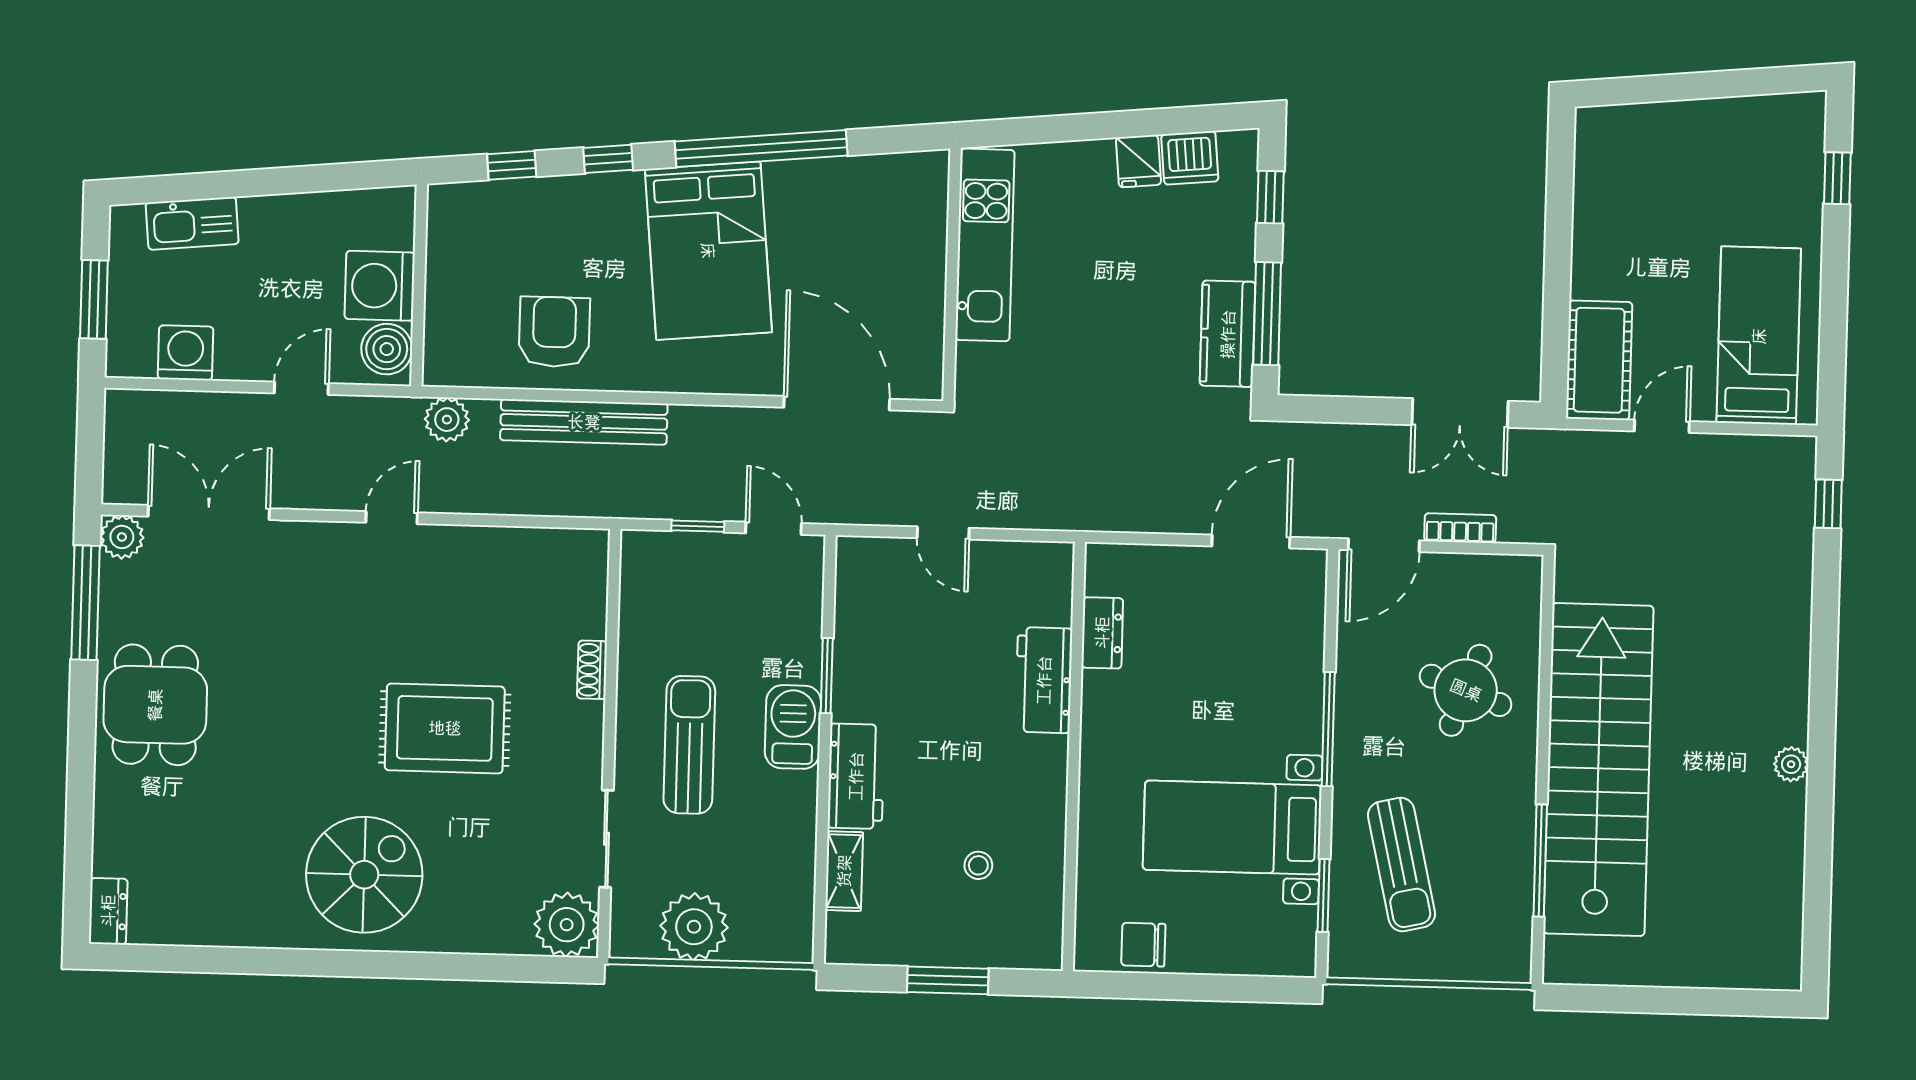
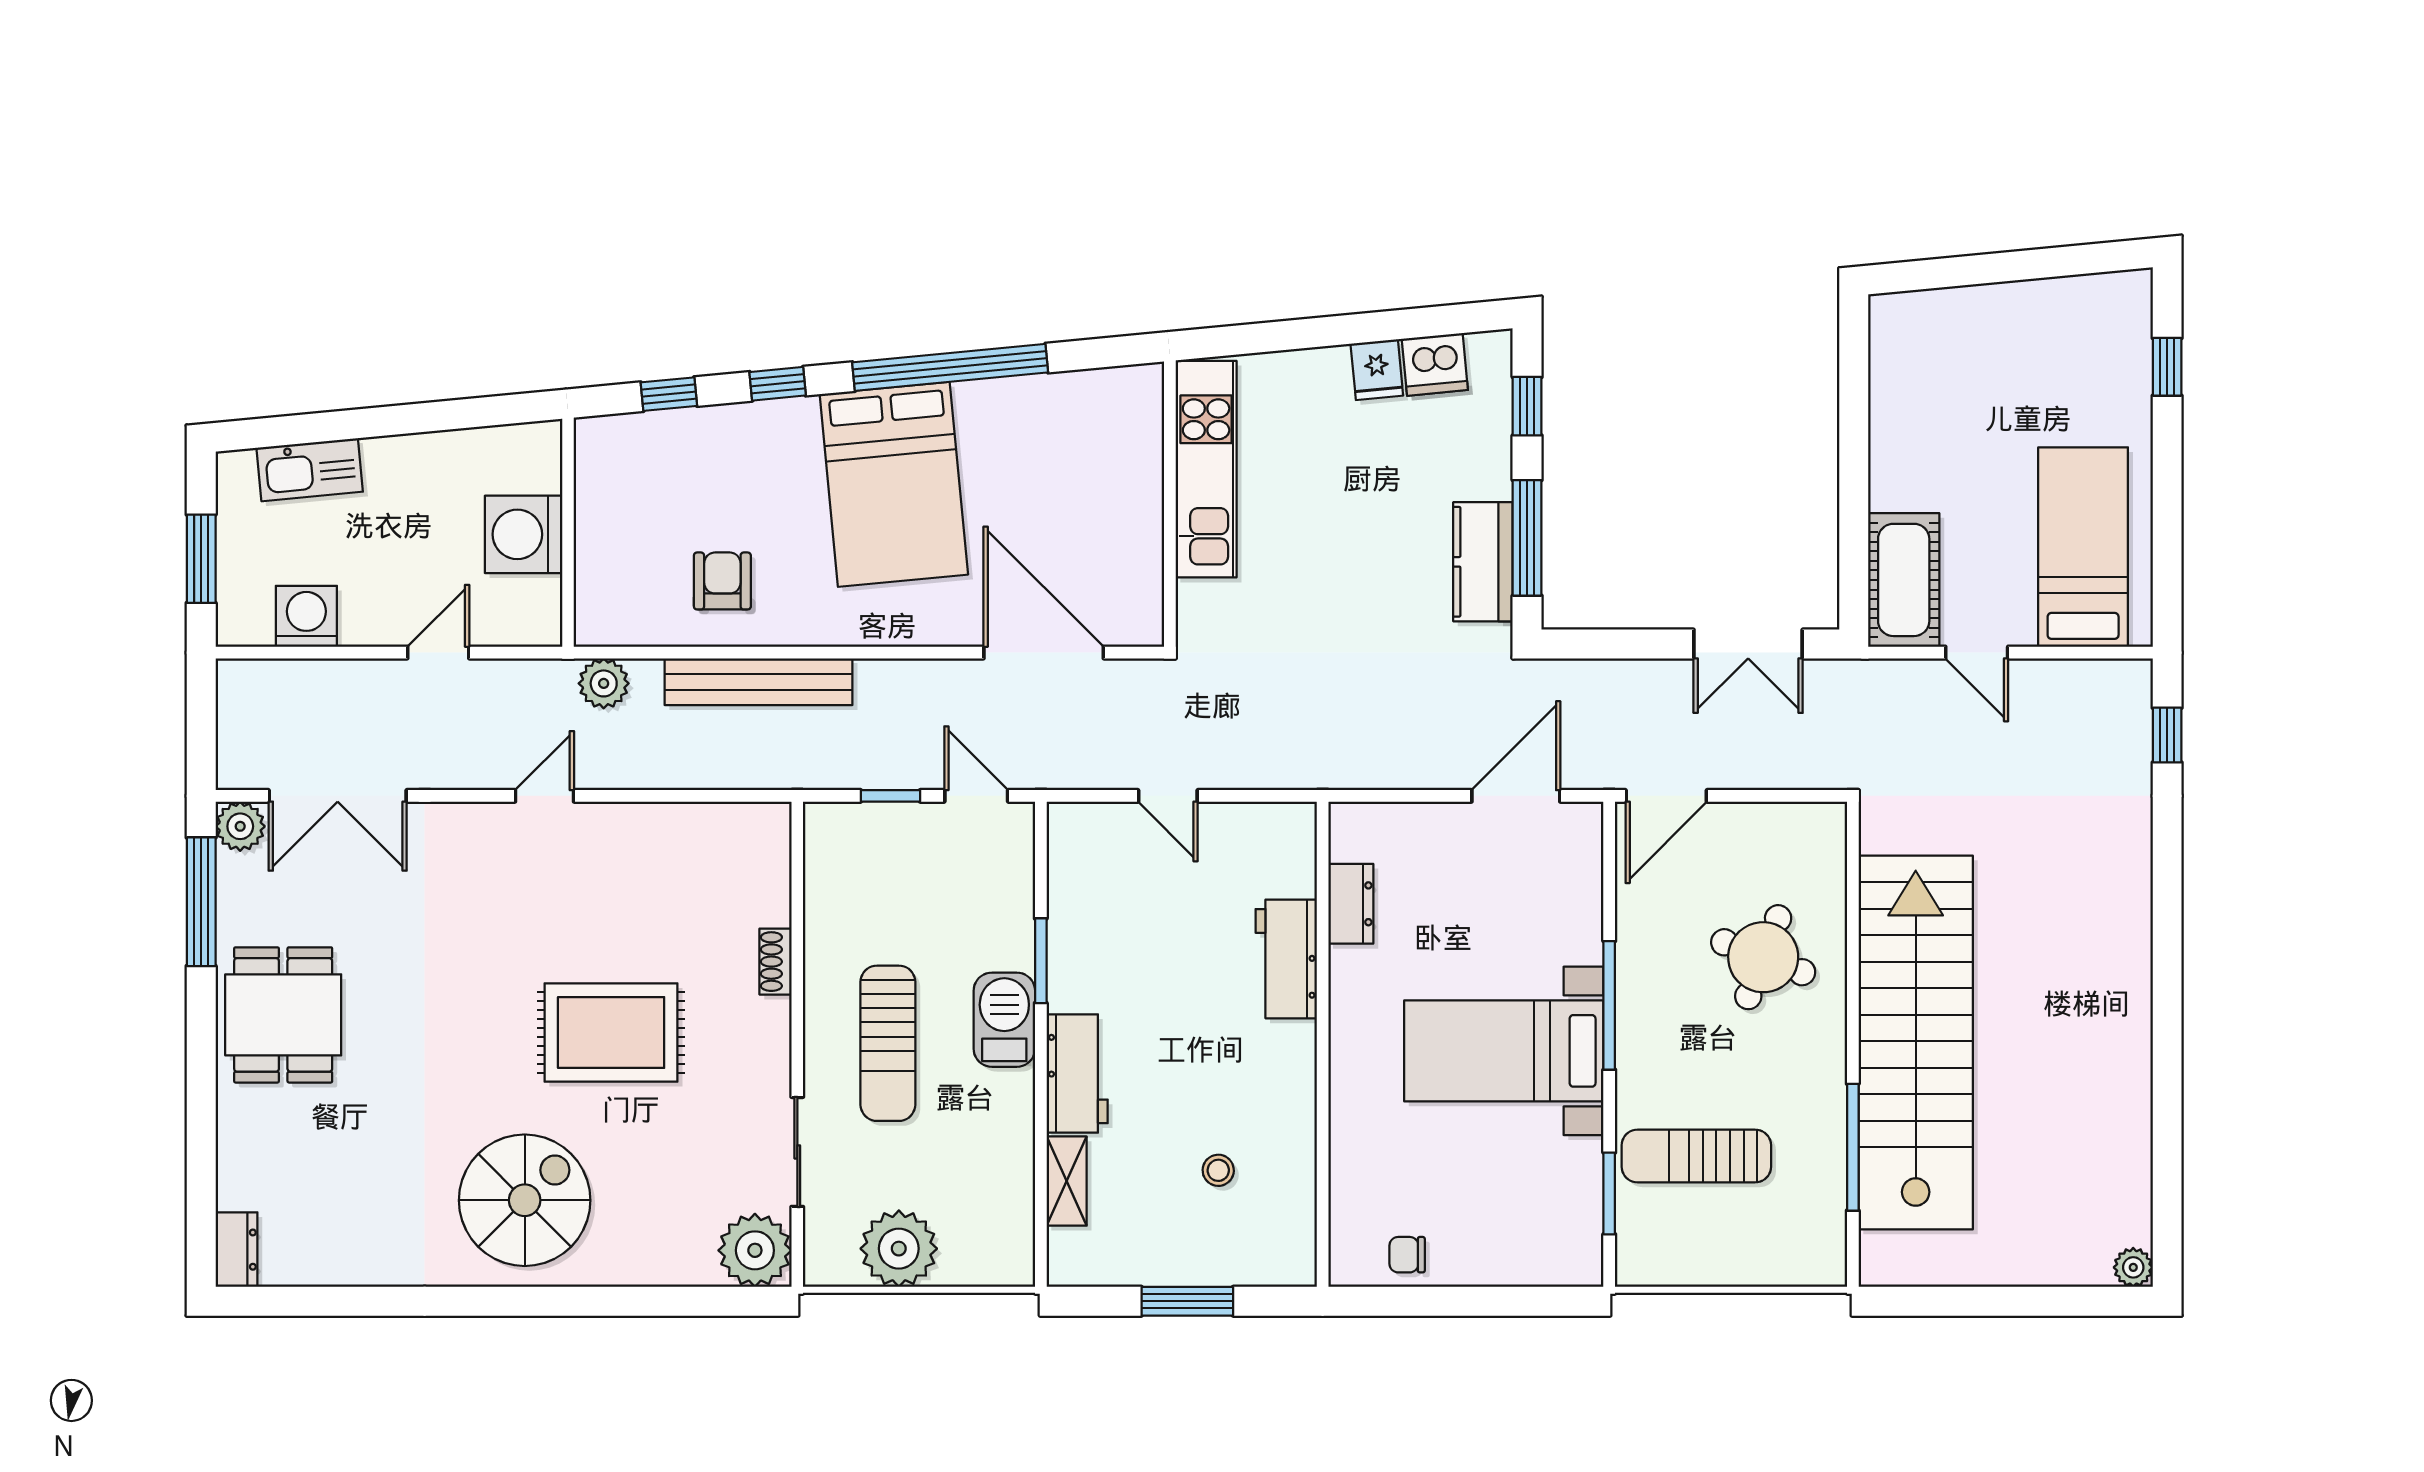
armchair: (554, 332) -> (722, 581), width x0.72, depth x0.72
boiler: (387, 349) -> (534, 606), removed
door: (1662, 426) -> (1977, 653), swing flipped
double door: (209, 512) -> (338, 796), swing flipped
bookcase: (1460, 528) -> (1752, 774), removed
sun lounger: (689, 745) -> (888, 1043), turned 180
plant: (1791, 764) -> (2133, 1267), moved
bed with nightstands: (1232, 828) -> (1504, 1051), moved
sun lounger: (1402, 864) -> (1696, 1156), turned 103
chair: (1143, 945) -> (1407, 1255), width x0.73, depth x0.73

